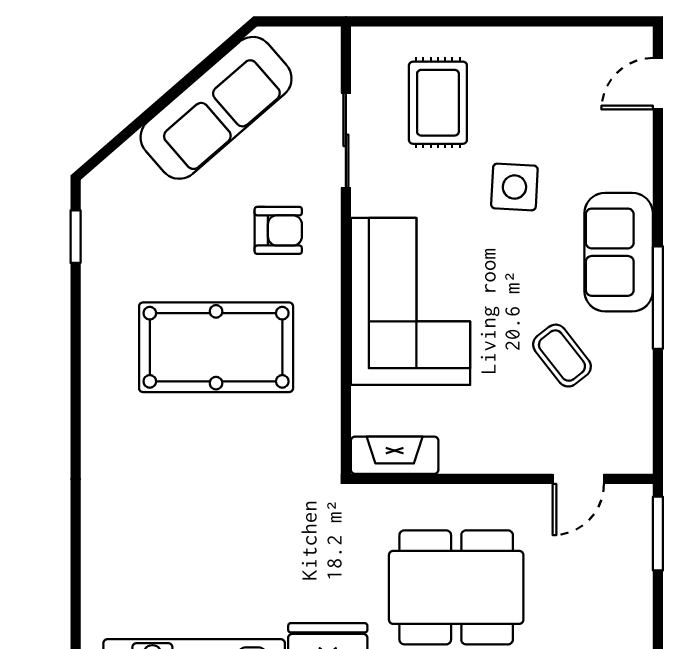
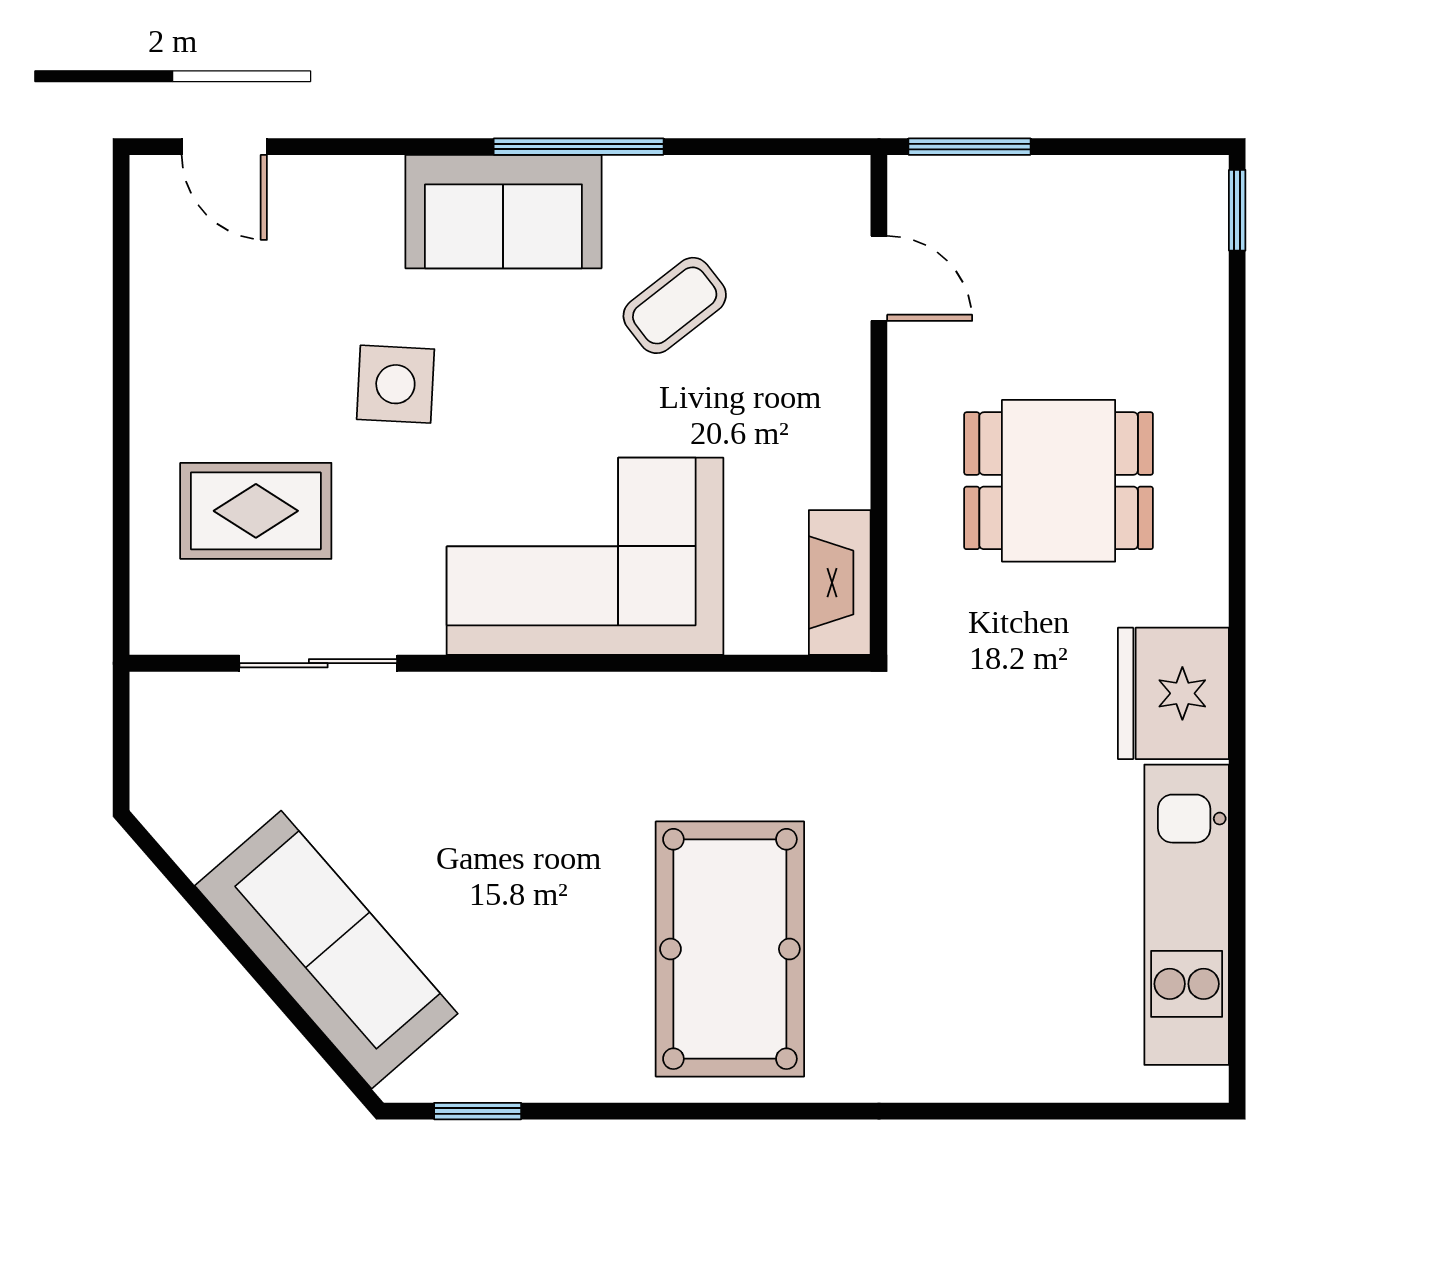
sofa: (216, 108) -> (326, 950), moved
armchair: (278, 230) -> (467, 775), removed
pool table: (216, 347) -> (730, 949), moved
dining table: (456, 587) -> (1059, 481), width x0.73

